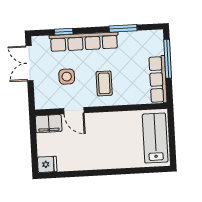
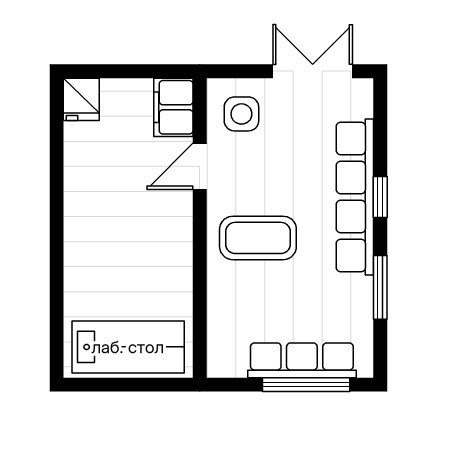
window: (64, 32) -> (380, 197), moved
side table: (67, 77) -> (241, 114), moved
row of seats: (158, 79) -> (302, 360), moved
coffee table: (104, 83) -> (258, 238), width x1.36, depth x1.30

